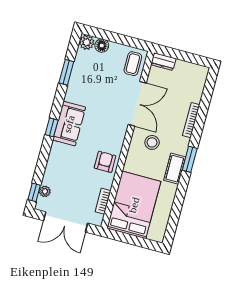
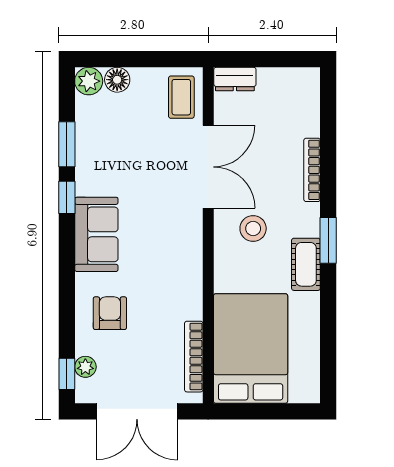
window: (52, 127) -> (67, 197), moved
armchair: (105, 162) -> (110, 313), moved
bookcase: (103, 201) -> (194, 357), width x1.56

